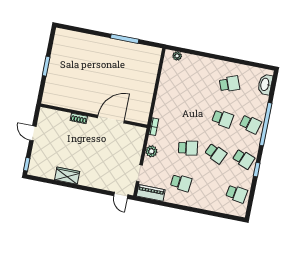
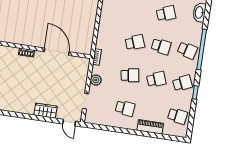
school desk: (195, 113) -> (135, 42), added
door: (111, 119) -> (57, 52), hinge flipped
school desk: (216, 153) -> (156, 79), turned -45
school desk: (243, 159) -> (182, 83), turned -45
wardrobe: (67, 176) -> (45, 111), moved
piano: (151, 193) -> (150, 127), moved

